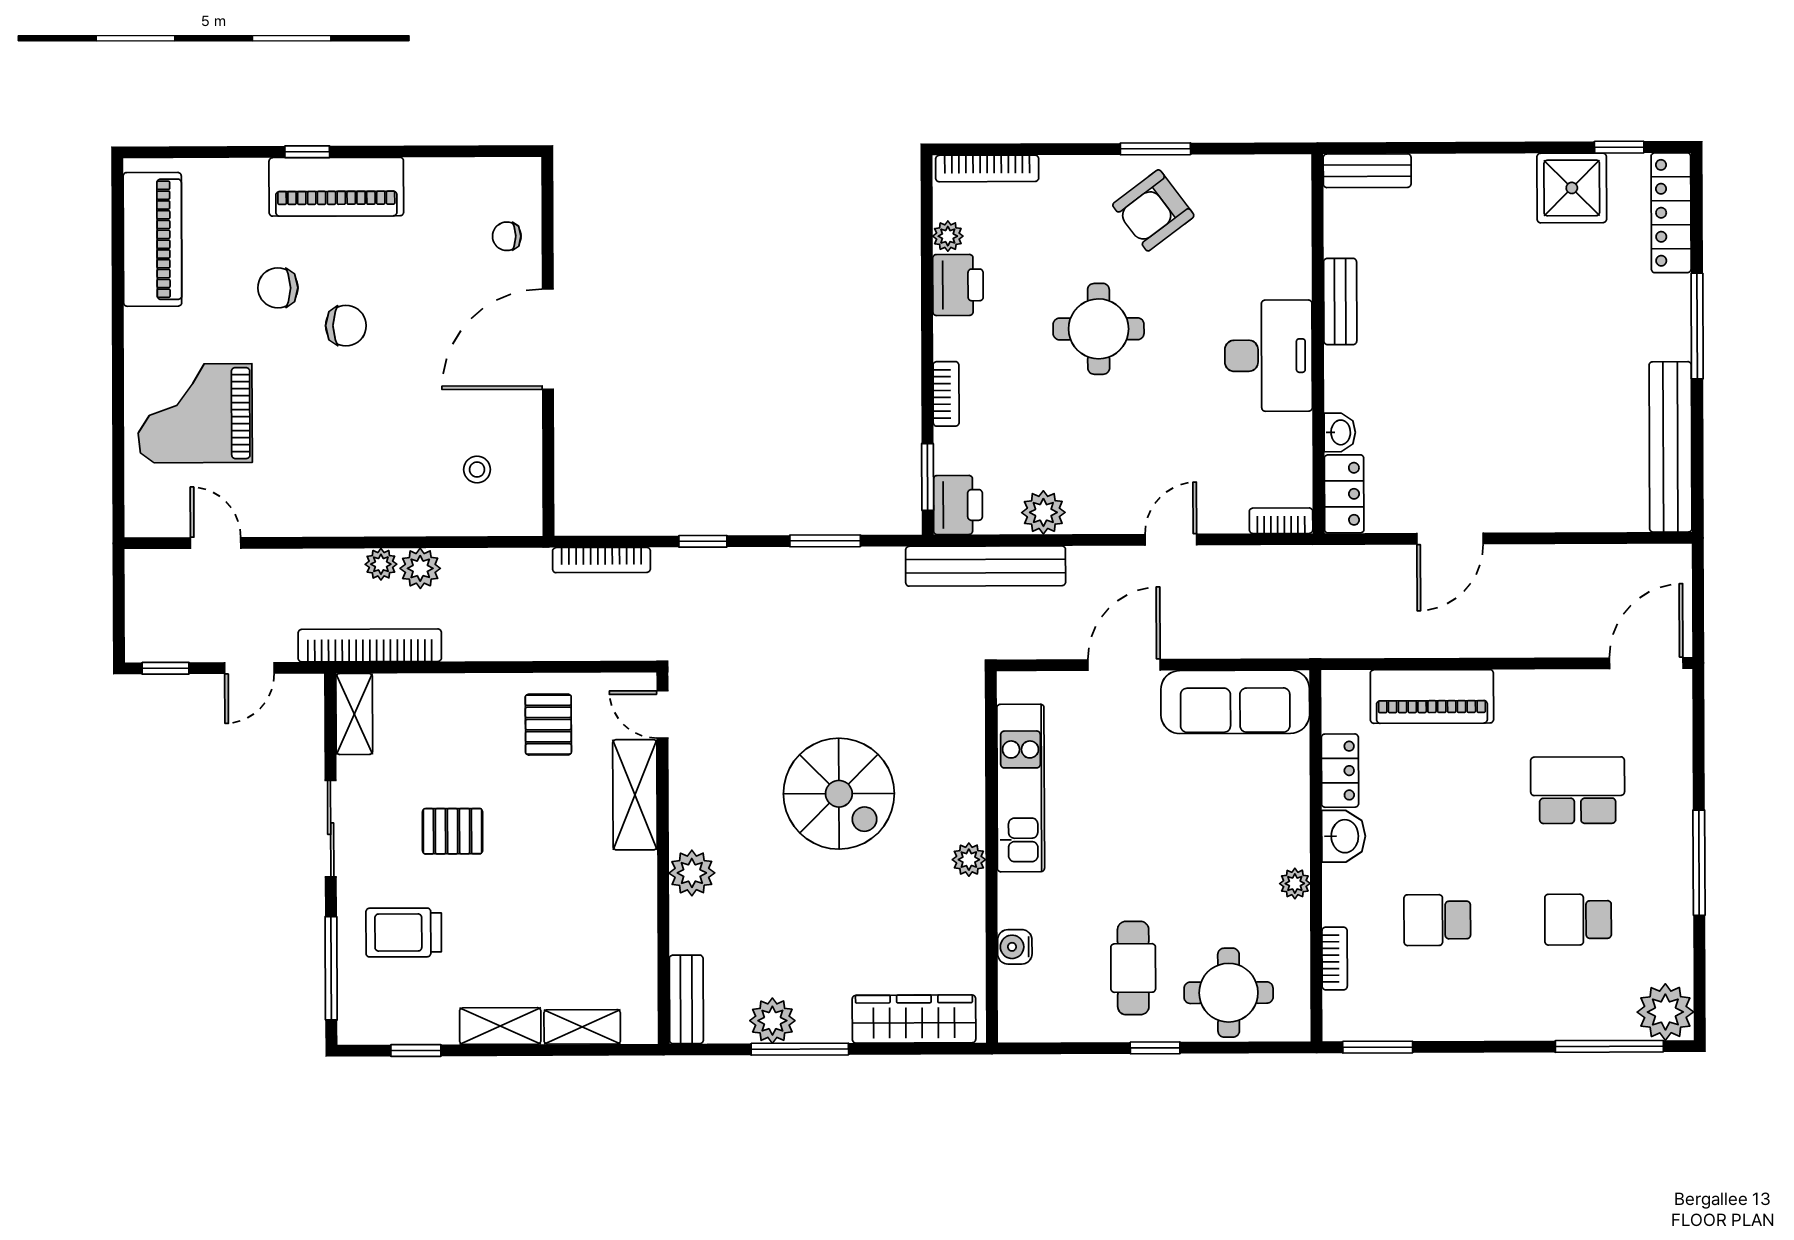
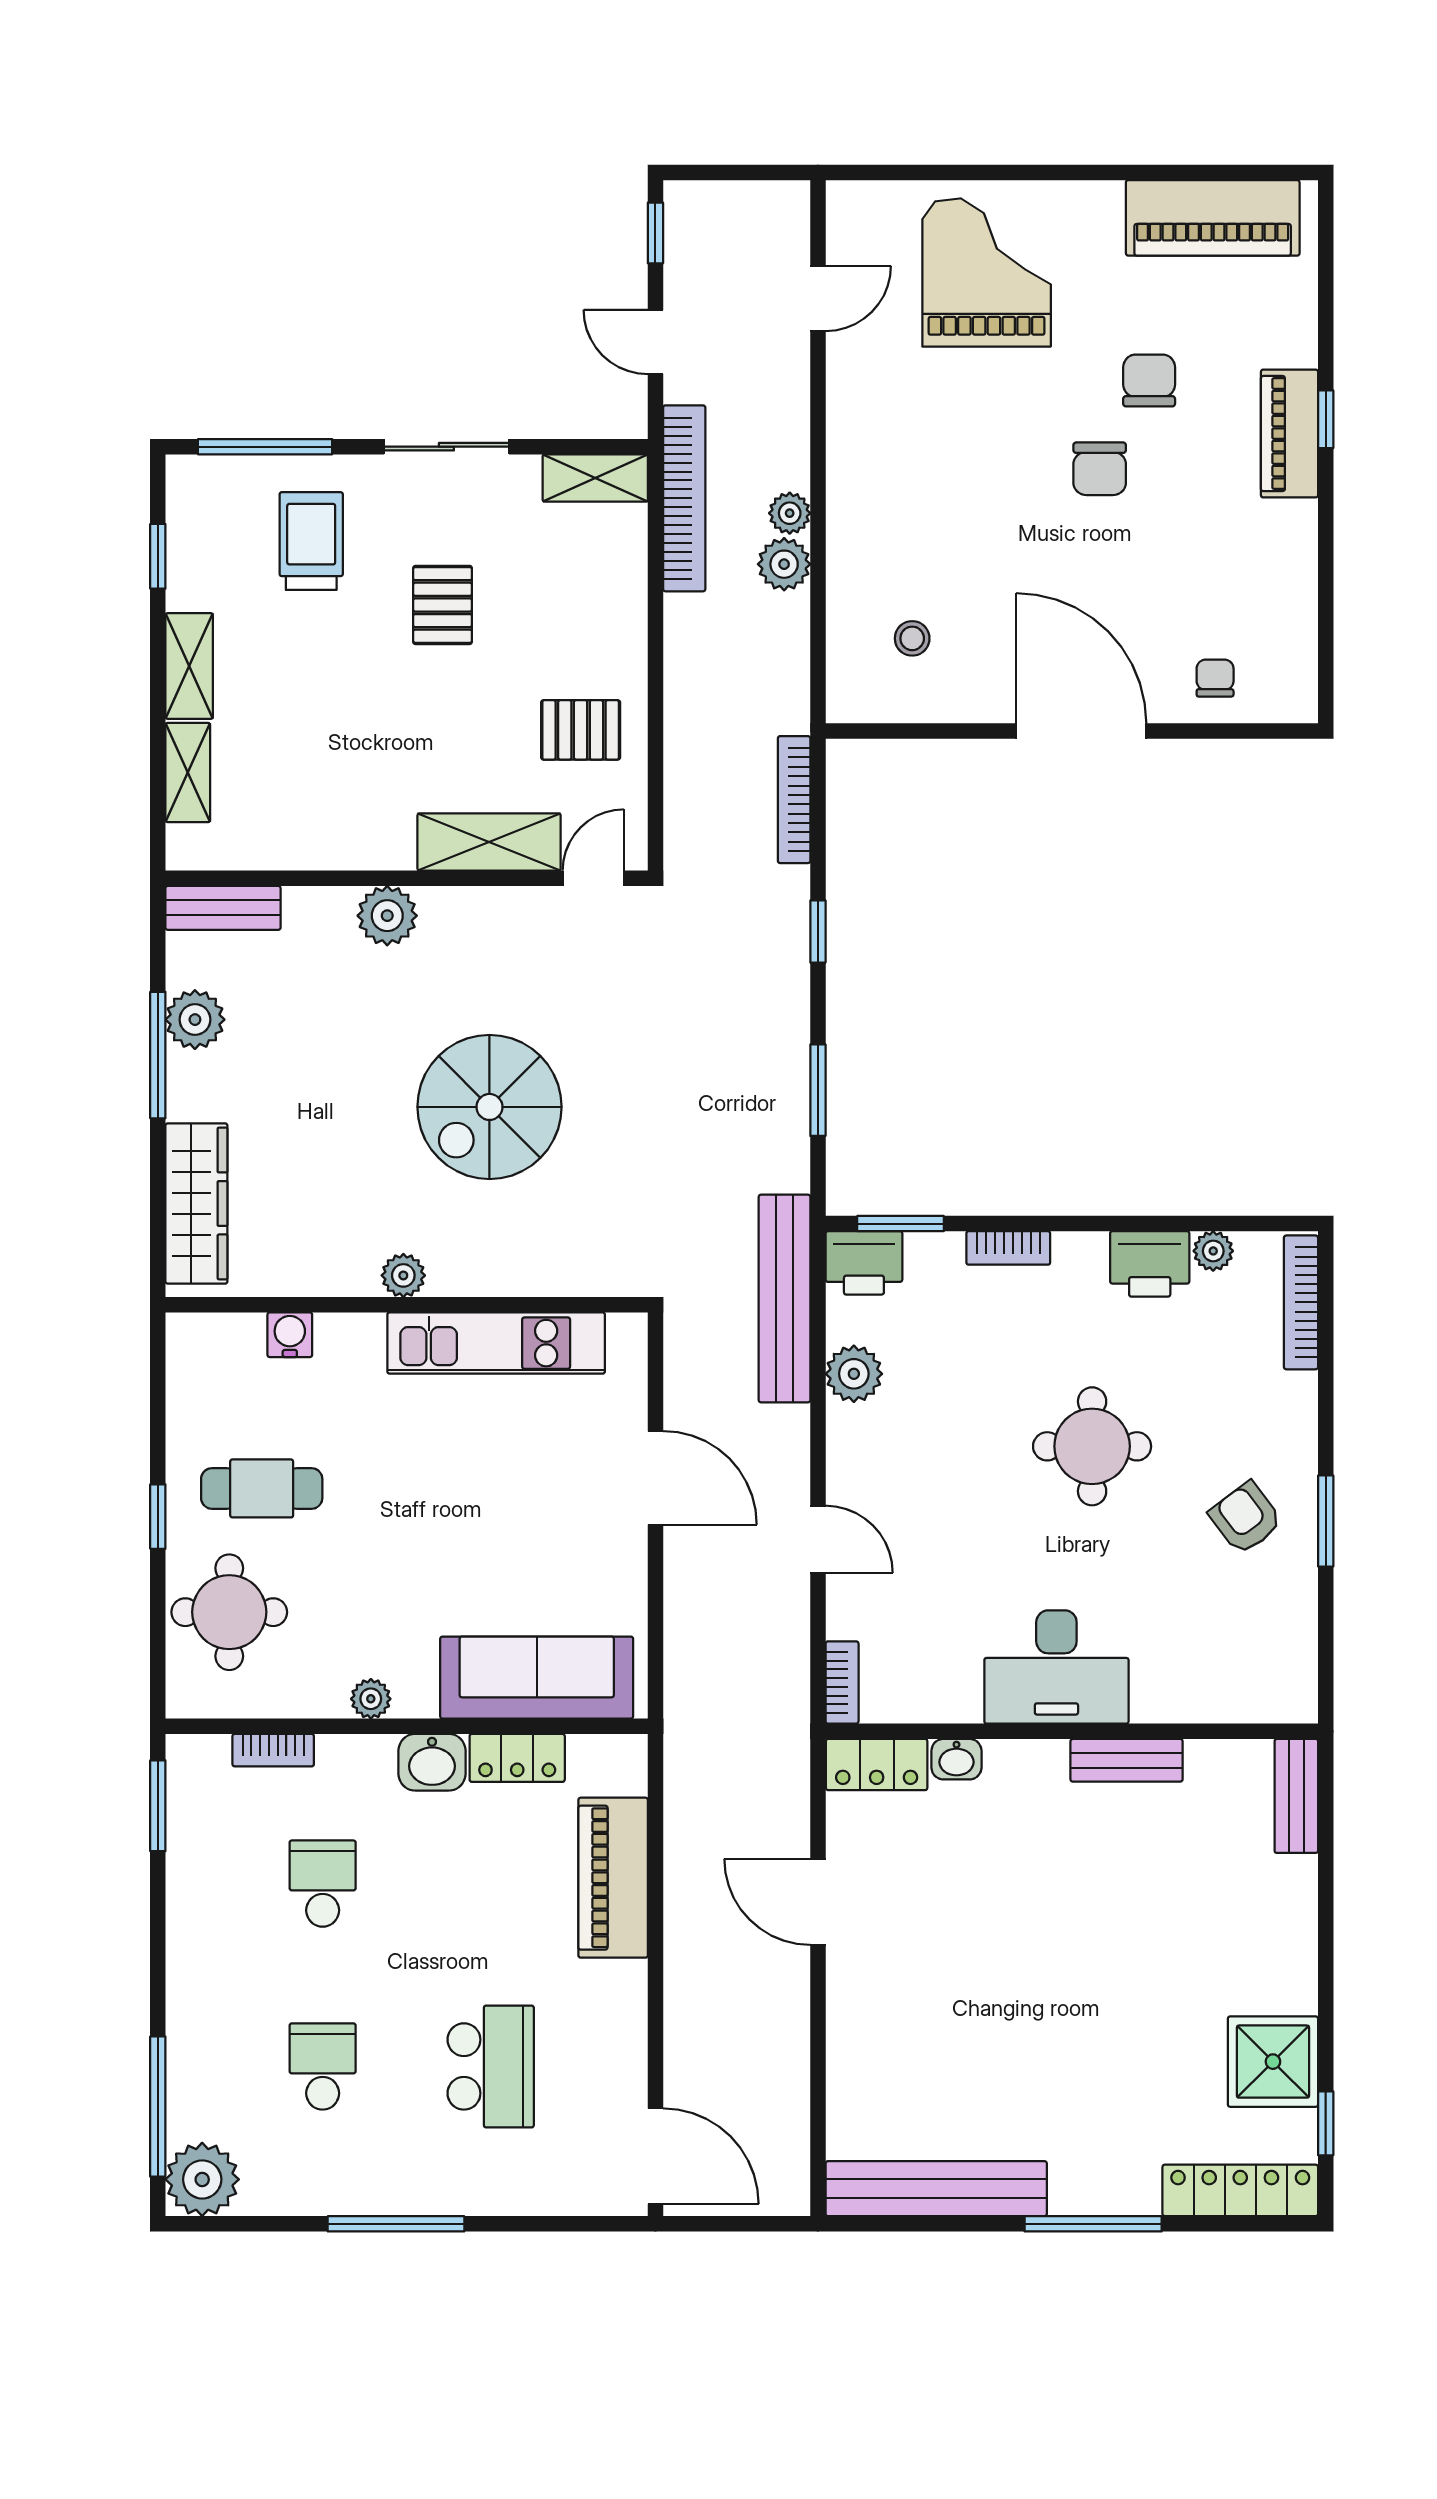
piano: (336, 187) -> (1289, 434), width x0.73, depth x0.75
armchair: (1153, 210) -> (1246, 1518), width x0.72, depth x0.72
sofa: (1235, 702) -> (537, 1678), moved, turned 90

